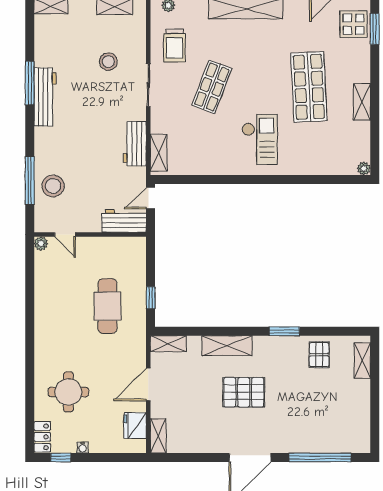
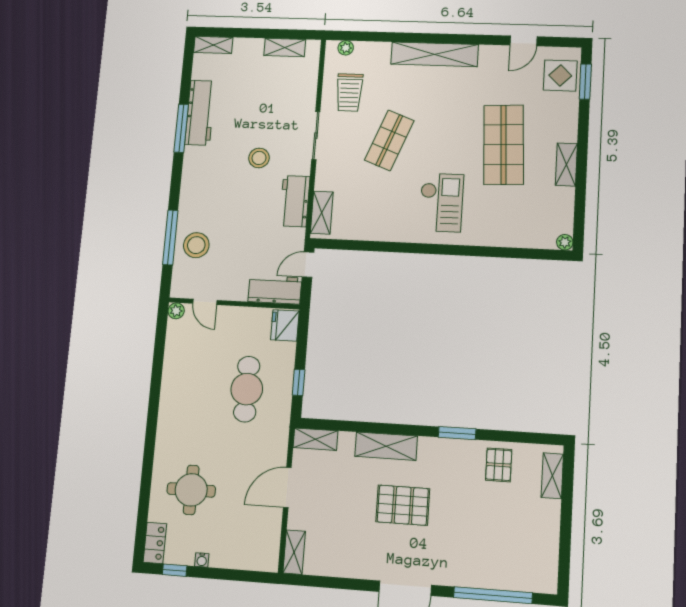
stool: (108, 62) -> (259, 158), moved
workbench: (45, 97) -> (200, 113), moved
fridge: (135, 426) -> (285, 325), moved

